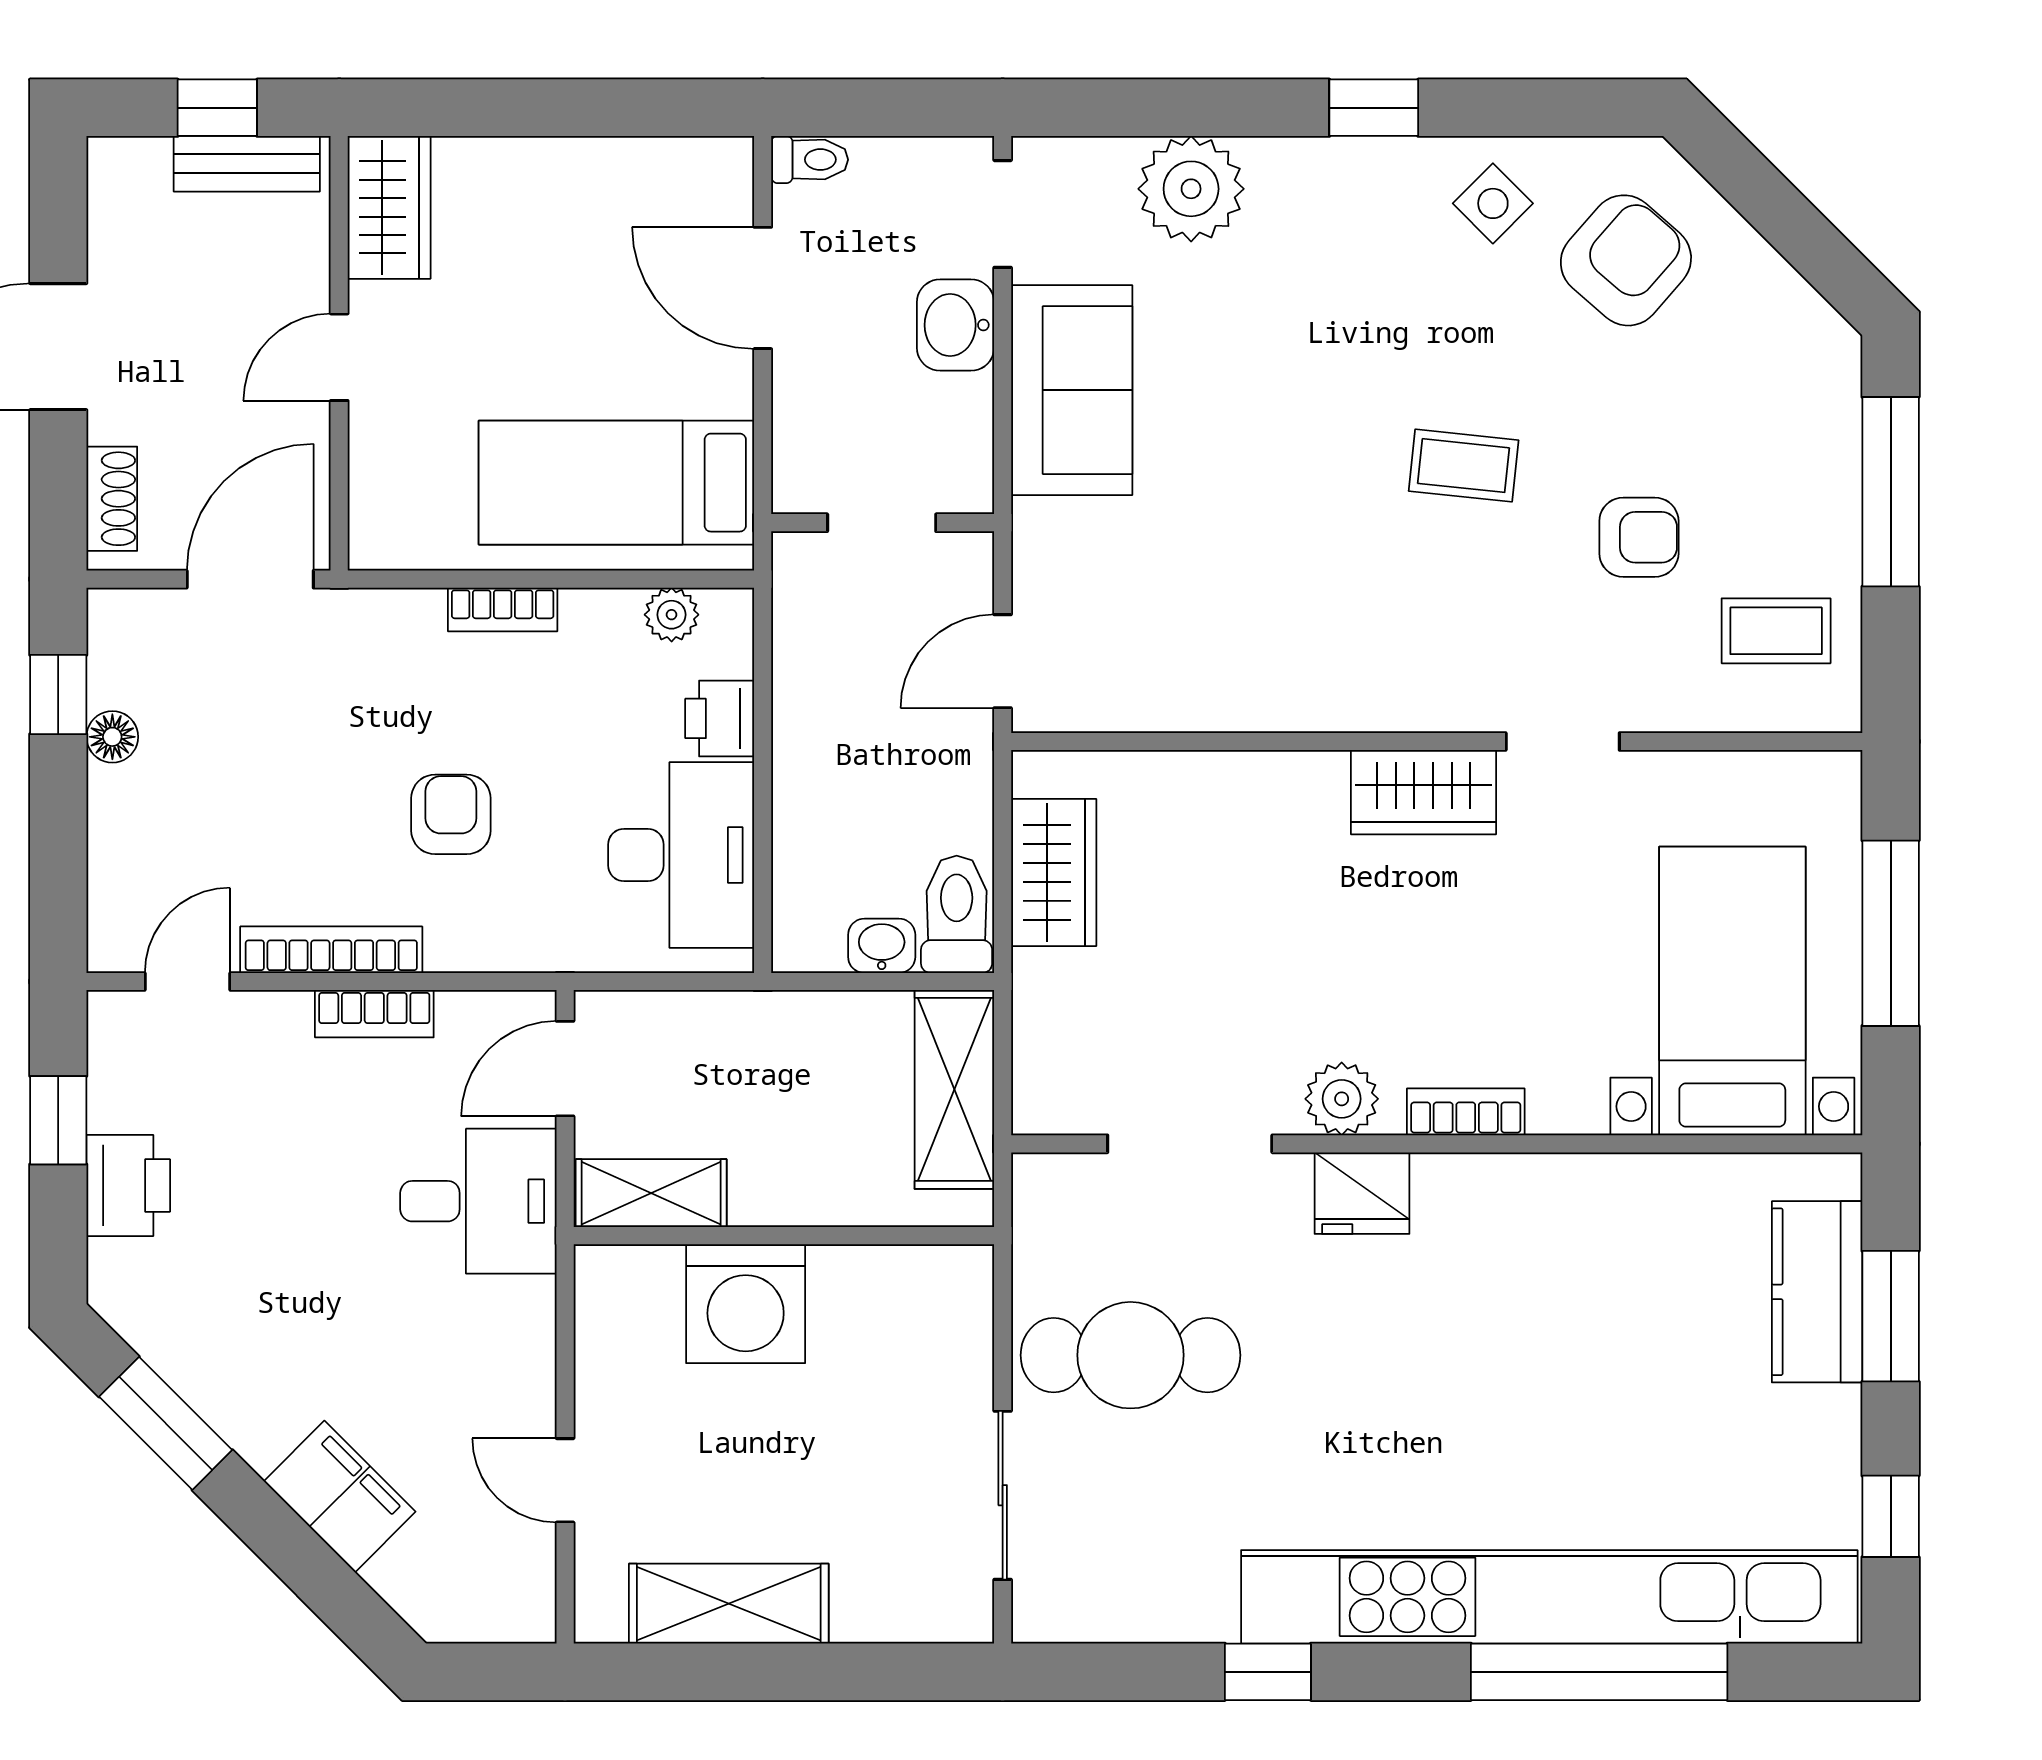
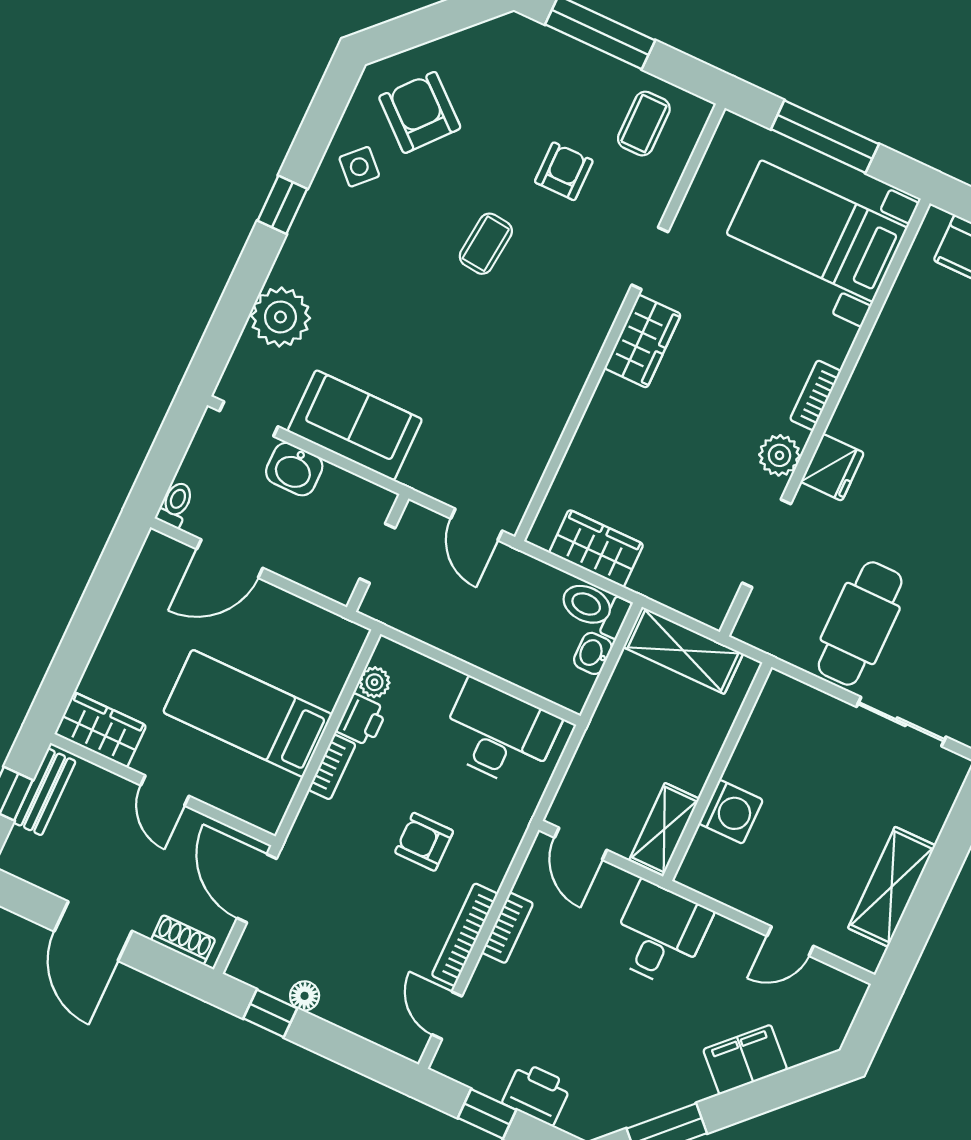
bed: (616, 483) -> (248, 713), moved, turned 90
printer: (720, 718) -> (362, 720), moved, turned -90
desk: (478, 1201) -> (660, 934), moved
washing machine: (746, 1304) -> (731, 812), width x0.73, depth x0.73

